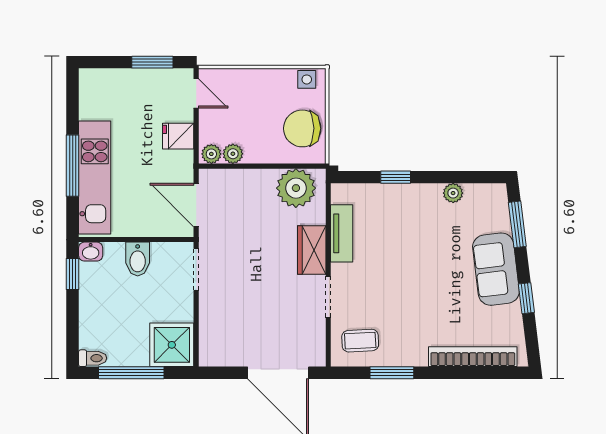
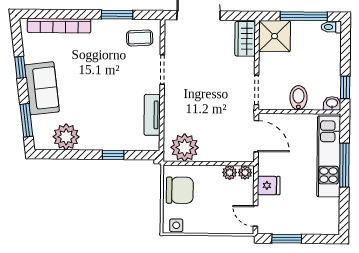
plant: (453, 193) -> (66, 137), width x1.88, depth x1.88
wardrobe: (312, 250) -> (245, 39), moved, turned 180

